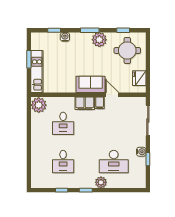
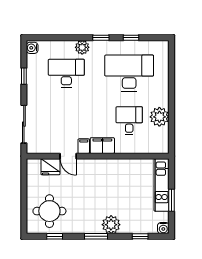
water cooler: (65, 37) -> (163, 228), moved
plant: (99, 40) -> (111, 225), moved
fridge: (139, 78) -> (50, 167), moved, turned 90
sofa: (91, 84) -> (95, 169), removed
plant: (39, 105) -> (159, 117), moved
water cooler: (141, 152) -> (32, 48), moved
desk: (63, 162) -> (129, 73), width x1.87, depth x1.30

